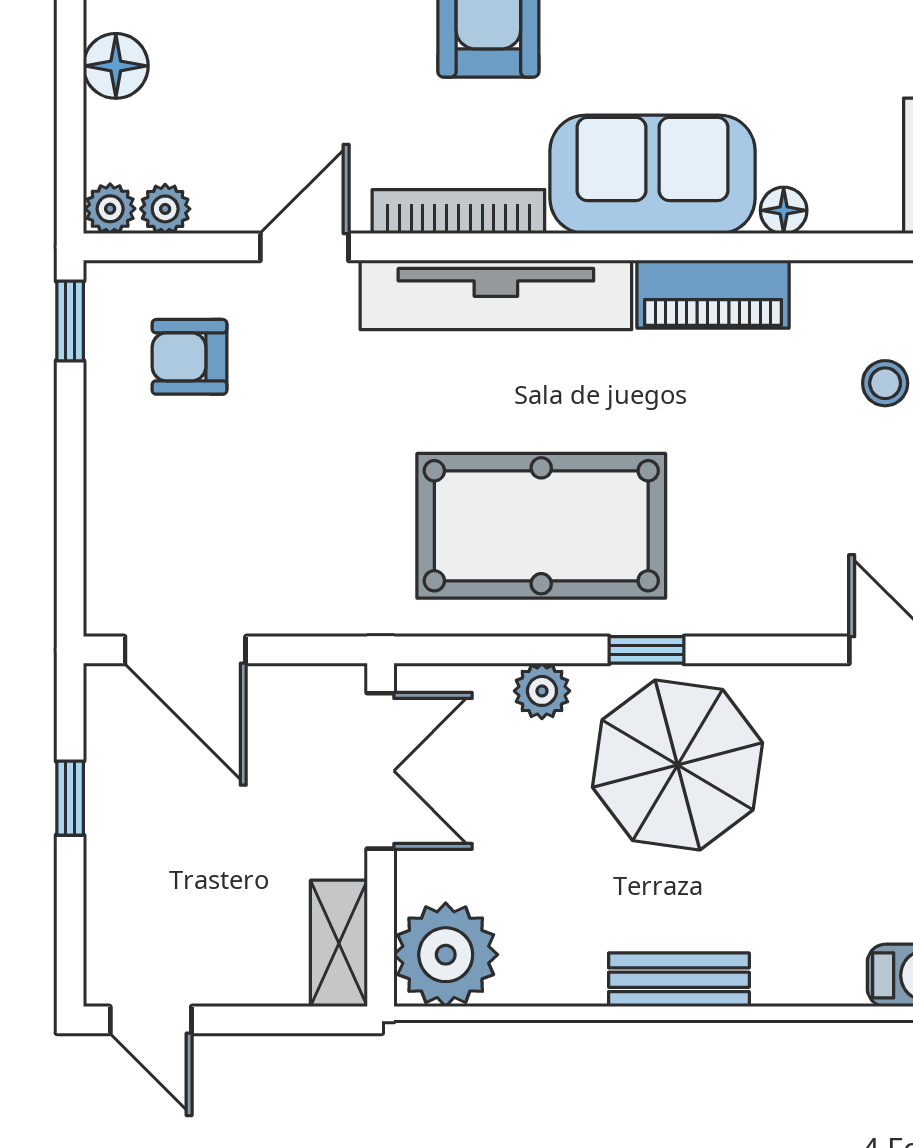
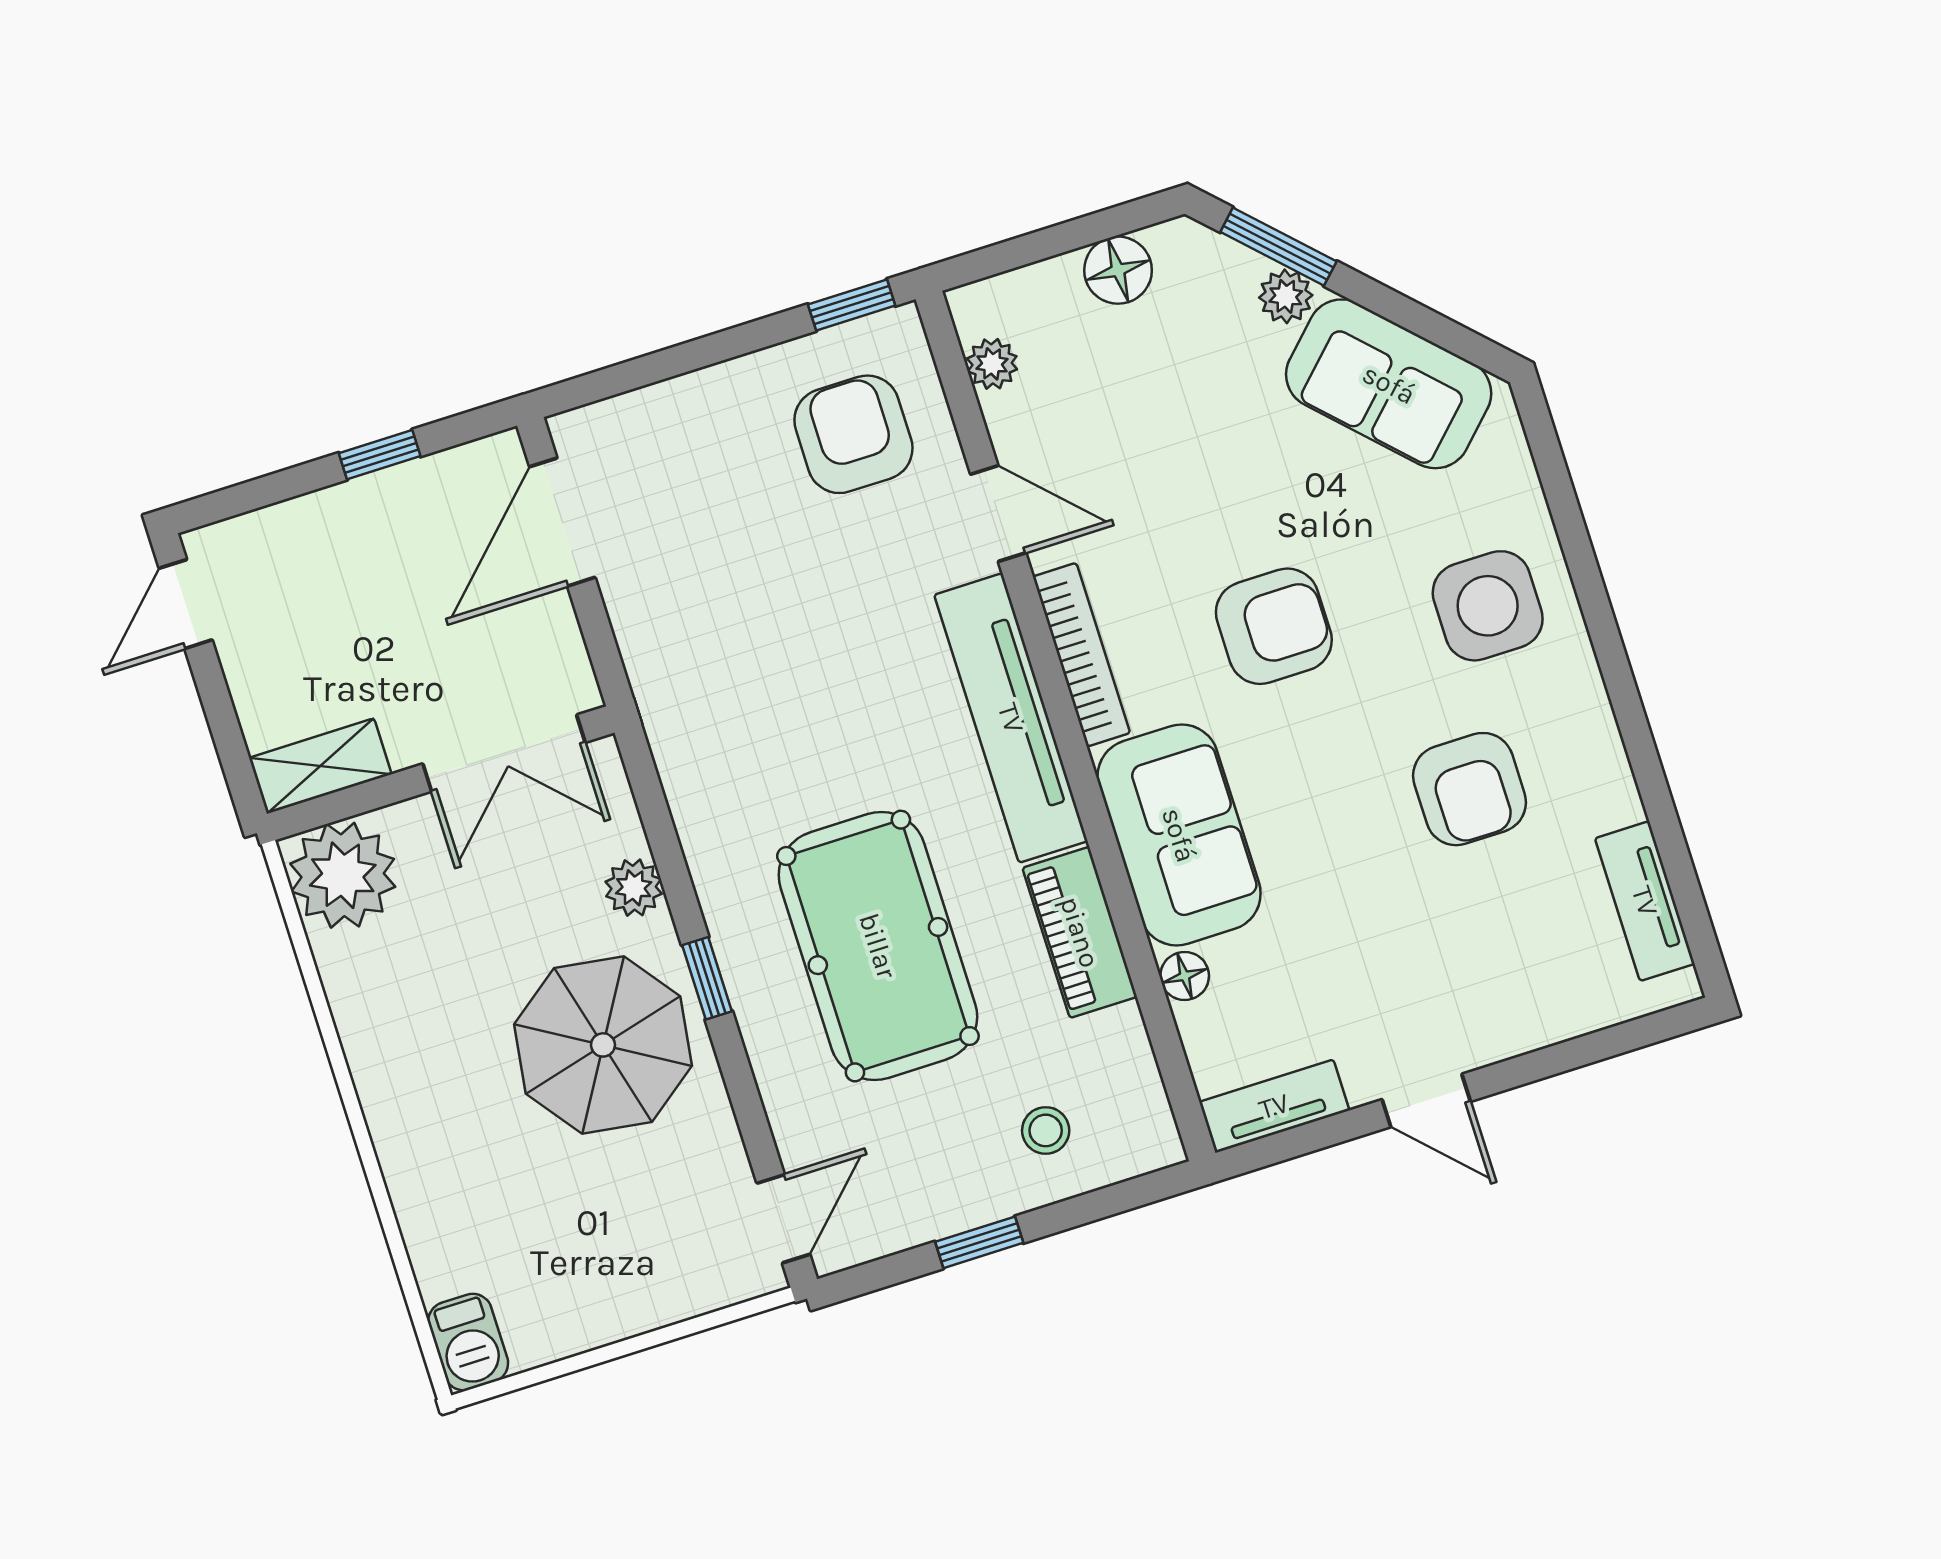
plant: (110, 209) -> (975, 309), removed
armchair: (189, 357) -> (853, 434), width x1.38, depth x1.38
pool table: (541, 526) -> (878, 946), moved
bench: (679, 980) -> (391, 1114), removed

